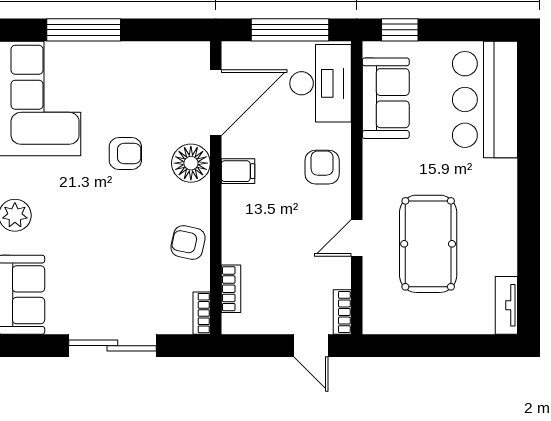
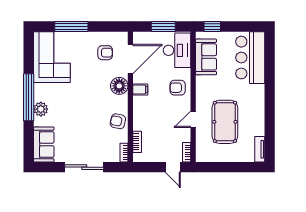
window: (290, 30) -> (163, 27), width x0.69
armchair: (125, 153) -> (105, 53), moved
armchair: (322, 167) -> (178, 88), turned -90

